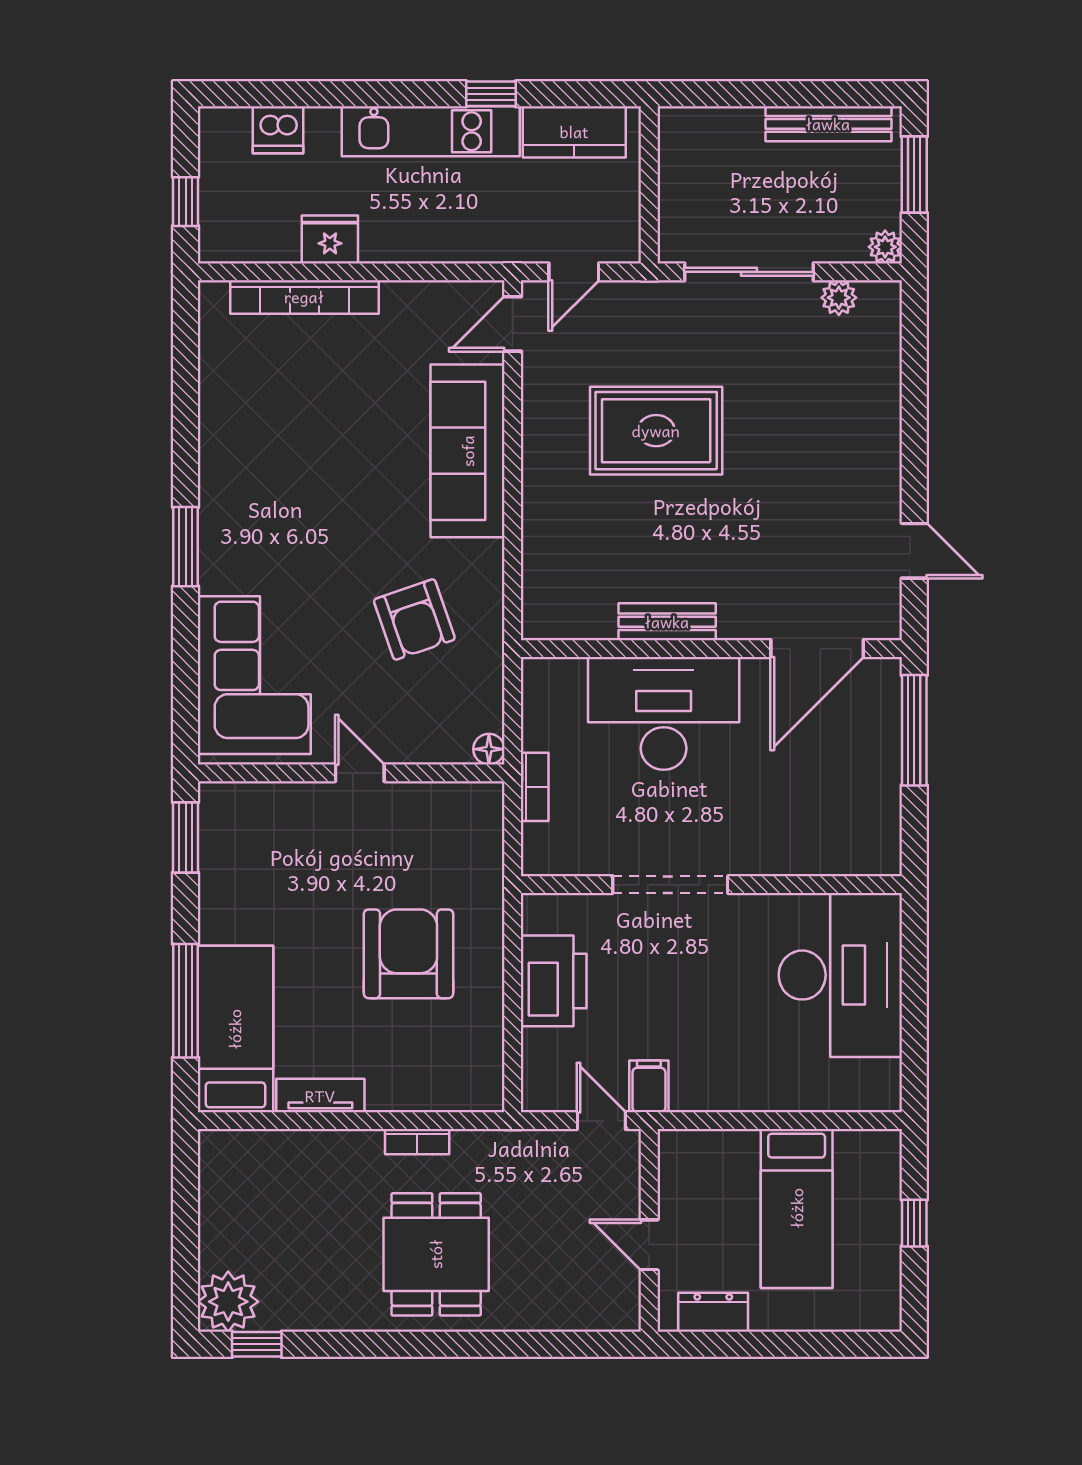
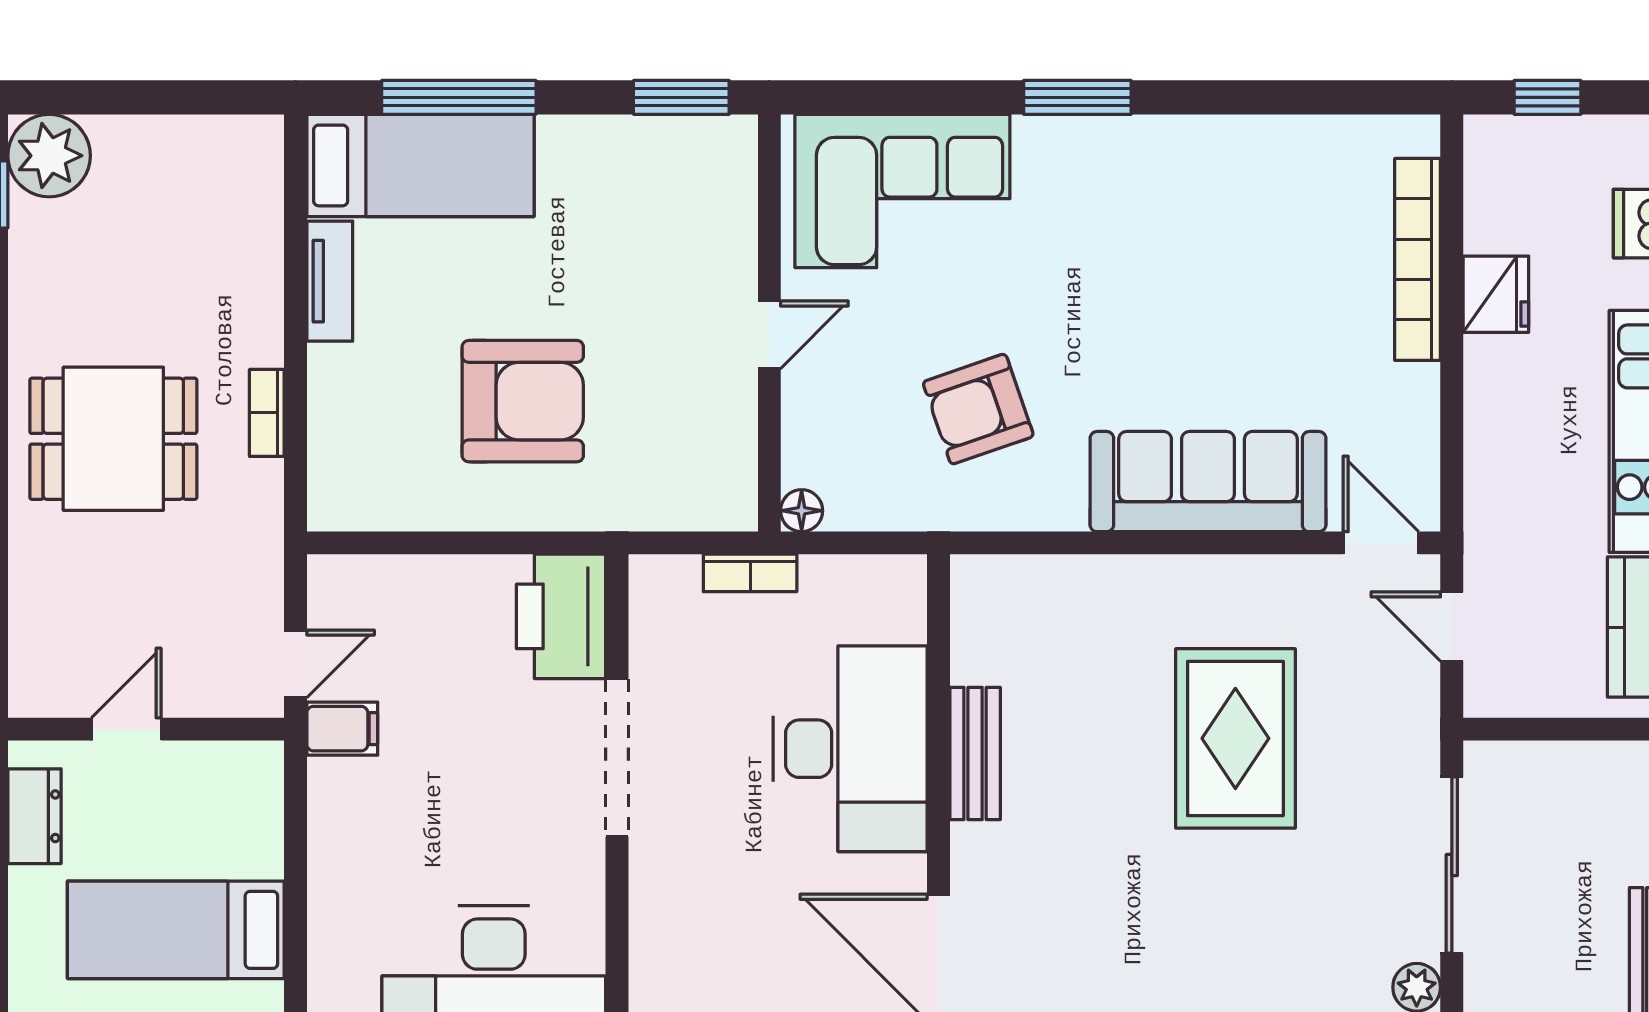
printer: (554, 981) -> (561, 616), moved, turned 90

